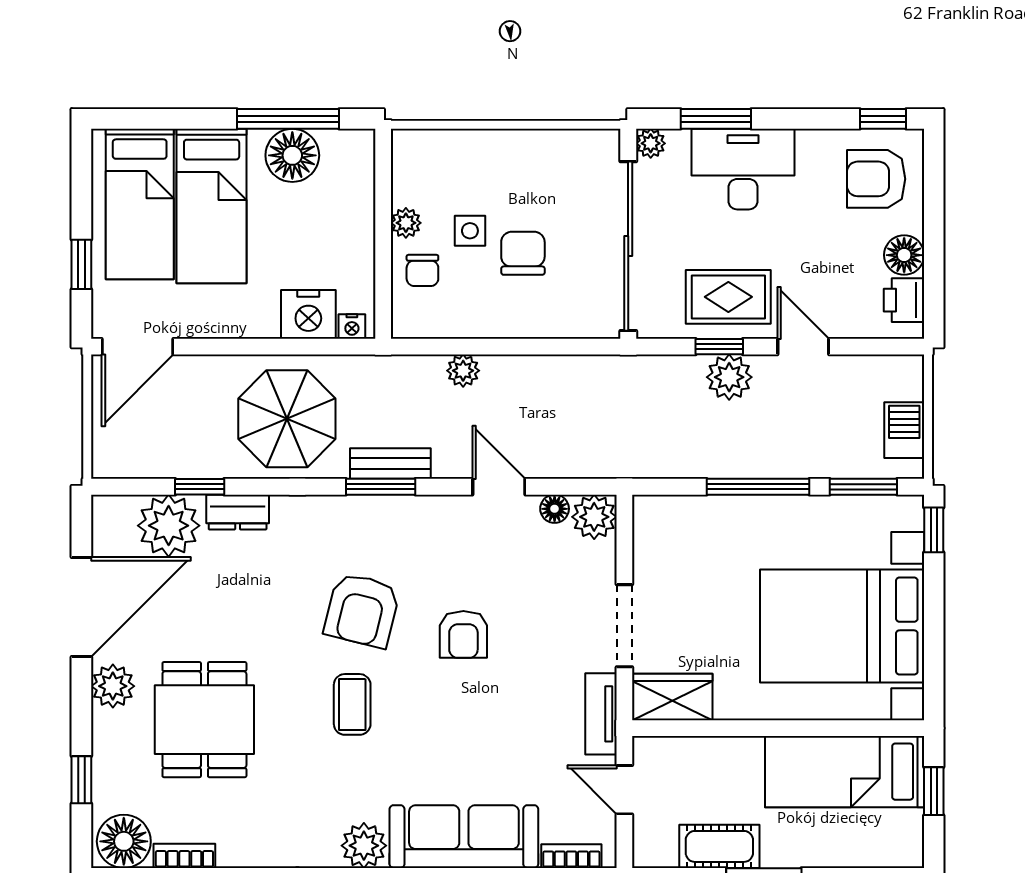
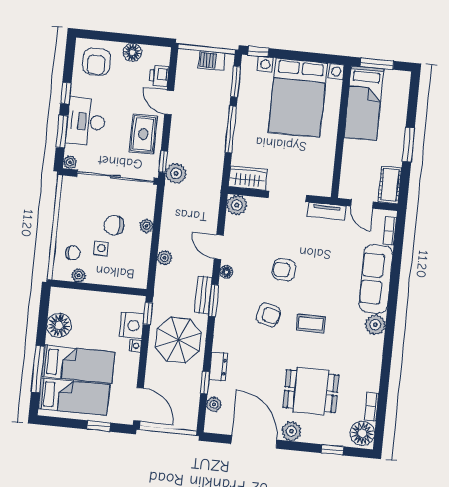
window: (288, 119) -> (38, 369), moved
window: (883, 119) -> (66, 93), moved
plant: (406, 223) -> (79, 275), moved
chair: (422, 270) -> (73, 253), moved
printer: (904, 300) -> (159, 76), moved, turned 90
plant: (529, 324) -> (146, 226), added
nightstand: (352, 326) -> (135, 346), moved
window: (338, 347) -> (148, 313), added
window: (719, 347) -> (163, 162), moved
door: (803, 347) -> (169, 102), hinge flipped
plant: (729, 377) -> (176, 173), moved
door: (499, 487) -> (219, 247), hinge flipped
floor lamp: (555, 509) -> (226, 272), moved
plant: (169, 526) -> (214, 404), width x0.53, depth x0.53
armchair: (362, 610) -> (268, 315), width x0.72, depth x0.72
armchair: (463, 634) -> (284, 270), turned 180
wardrobe: (672, 697) -> (248, 178), moved, turned 90
door: (624, 790) -> (362, 204), hinge flipped
window: (934, 791) -> (377, 64), width x1.50
cot: (719, 846) -> (390, 185), moved

